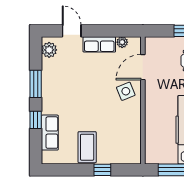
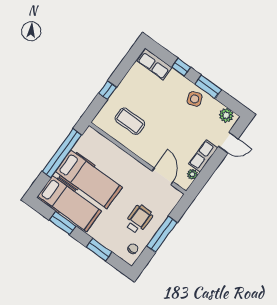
side table: (126, 91) -> (195, 99), moved
row of seats: (50, 133) -> (155, 64), moved
coffee table: (87, 147) -> (130, 121), moved

